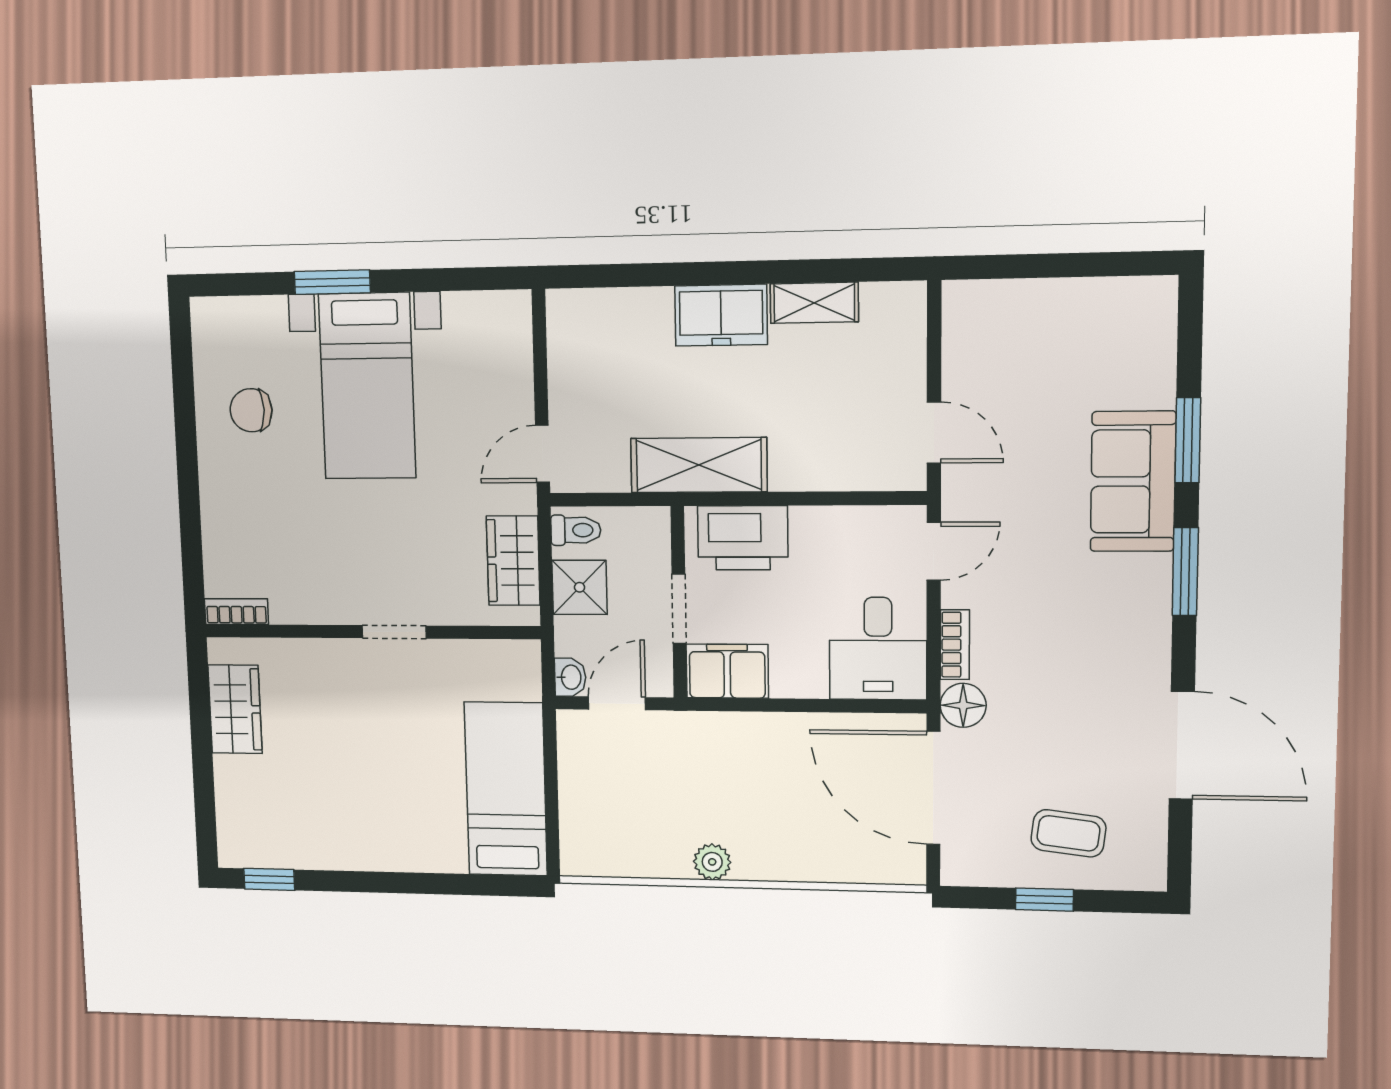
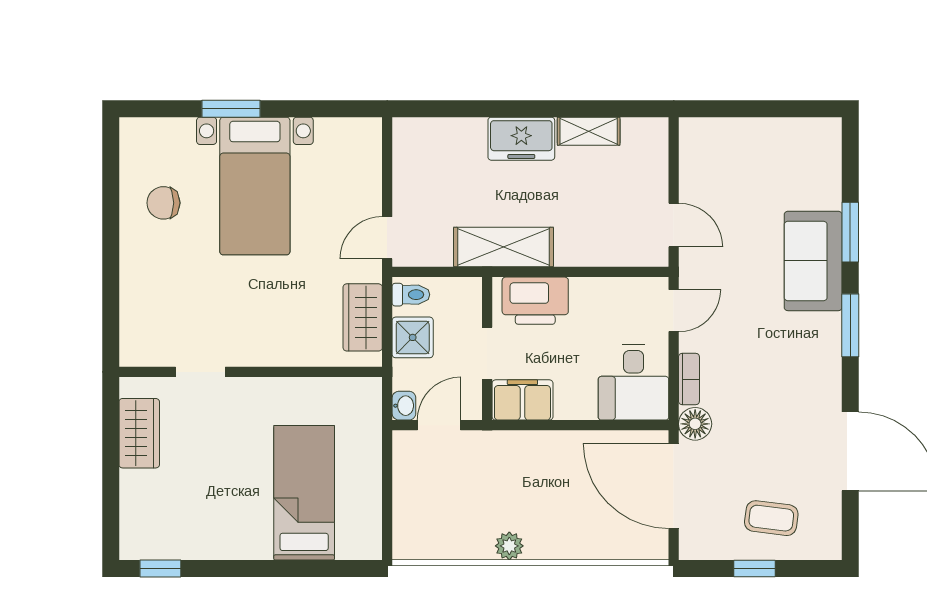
bookcase: (236, 612) -> (144, 357), removed
doorway: (394, 632) -> (200, 372), moved
bed: (506, 789) -> (304, 493), moved

